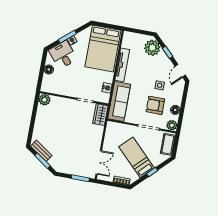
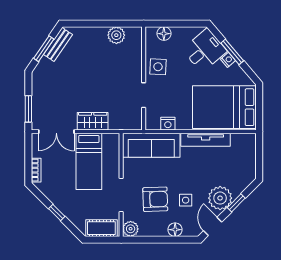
plant: (152, 48) -> (220, 198), moved
floor lamp: (49, 70) -> (164, 34), moved
door: (180, 71) -> (213, 226), hinge flipped
side table: (68, 87) -> (158, 67), added
plant: (44, 100) -> (116, 35), moved
armchair: (155, 105) -> (155, 199), turned 88
floor lamp: (175, 110) -> (175, 230), moved
wardrobe: (100, 115) -> (93, 121), moved
bed: (137, 157) -> (89, 161), moved, turned 135

